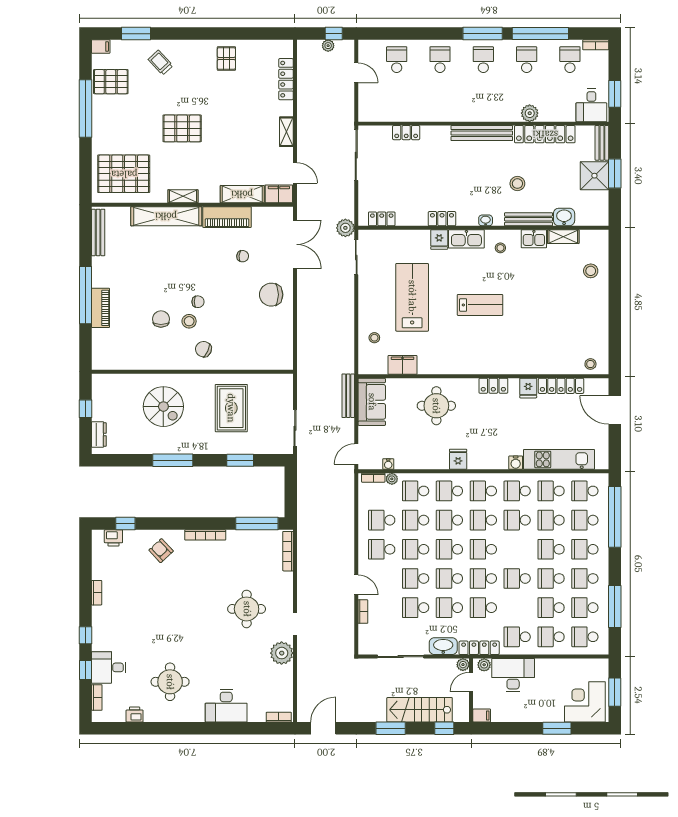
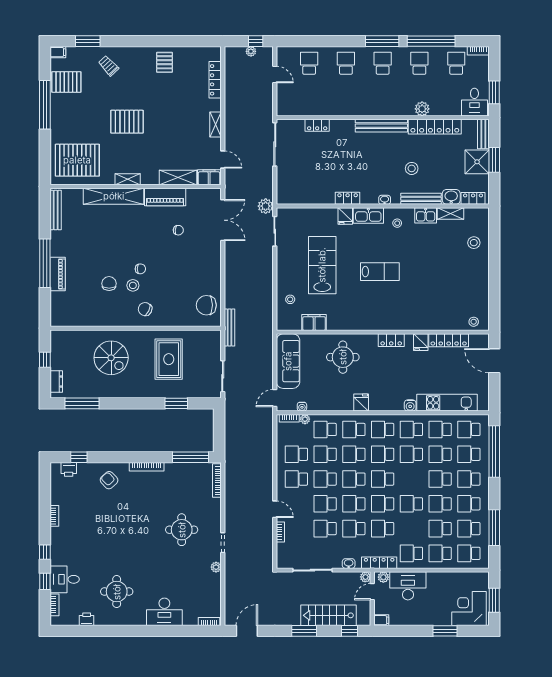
locker: (382, 219) -> (473, 198), moved
chair: (271, 295) -> (206, 305), moved
bench: (348, 396) -> (230, 327), moved
sofa: (372, 402) -> (288, 361), width x1.36
window: (173, 460) -> (82, 403), moved
washbasin: (443, 646) -> (349, 564), width x0.52, depth x0.69
plant: (282, 653) -> (216, 567), width x0.53, depth x0.53

